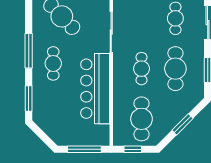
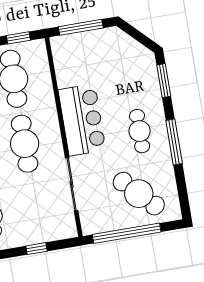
cafe table: (142, 69) -> (25, 144), width x1.37, depth x1.35
bar counter: (95, 89) -> (82, 120), width x0.73

